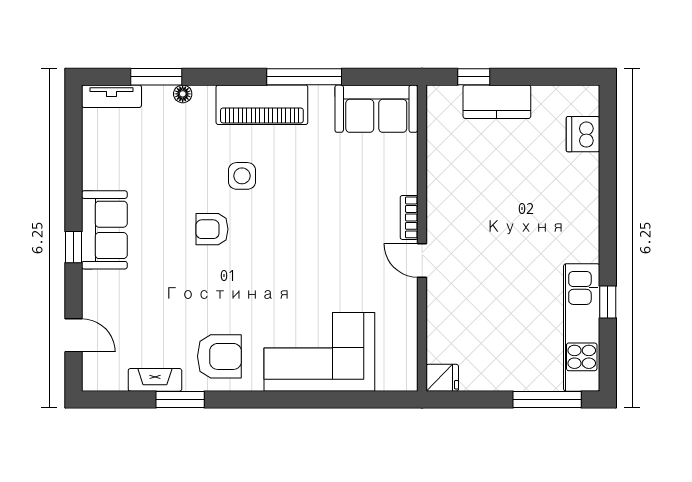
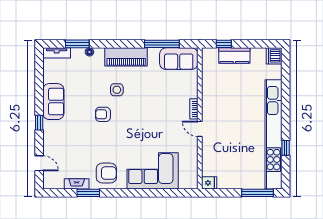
window: (304, 77) -> (162, 44), moved
dishwasher: (583, 134) -> (274, 56), moved
sofa: (104, 230) -> (53, 102), moved
kitchen unit: (582, 327) -> (273, 134), width x1.86

